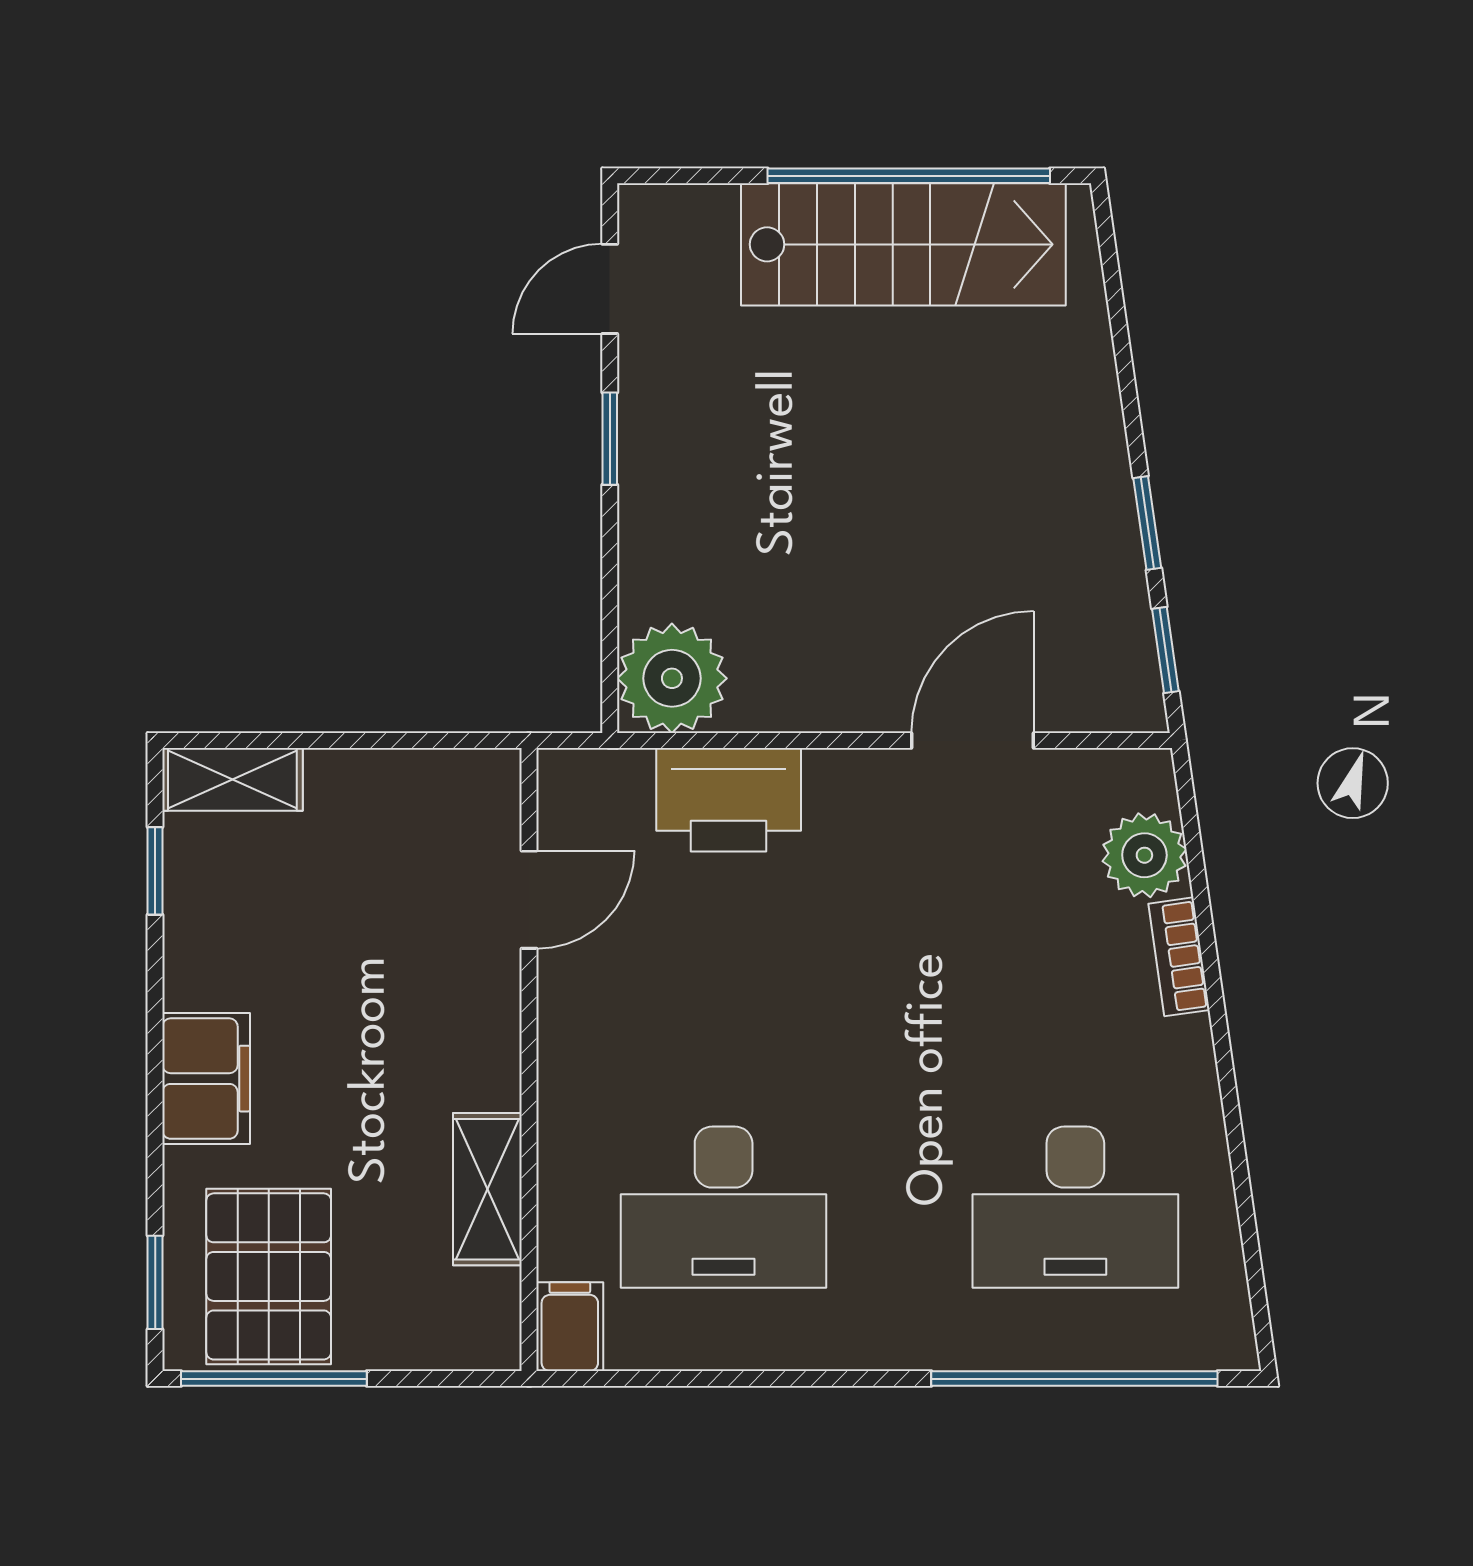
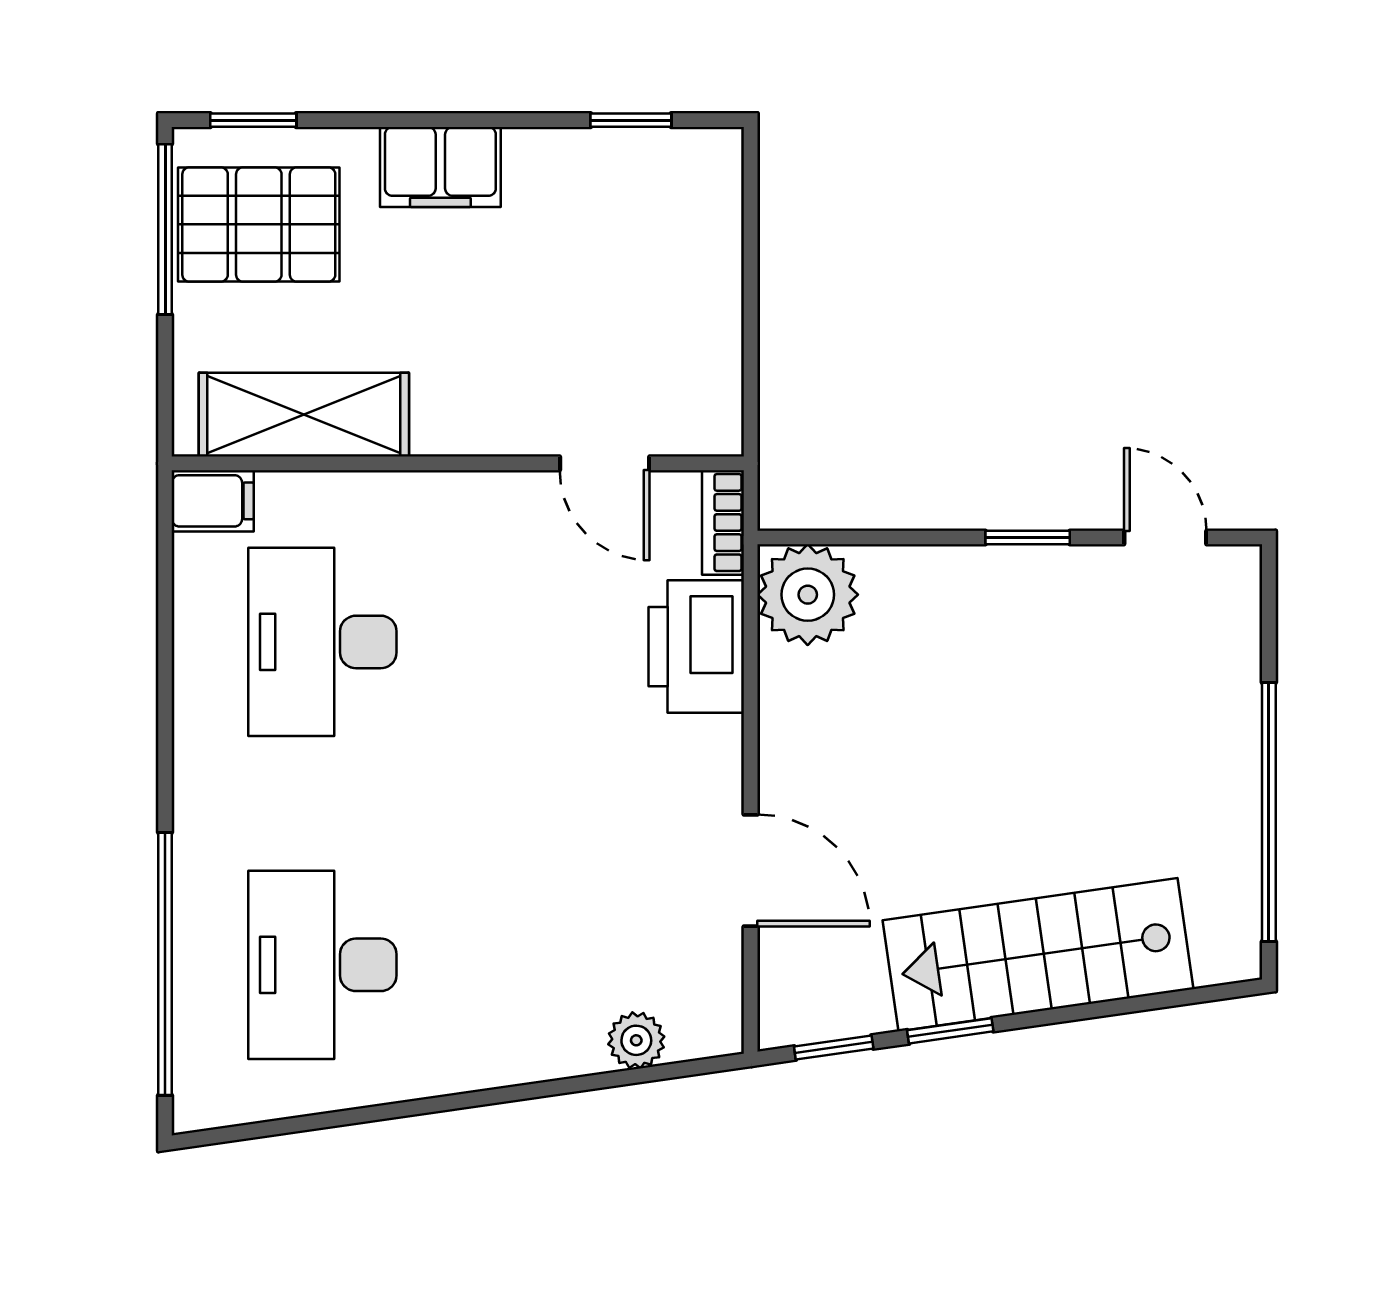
stairs: (903, 244) -> (1038, 955), moved, turned 82
shelving: (232, 779) -> (715, 191), removed
plant: (1144, 855) -> (636, 1040), width x0.73, depth x0.73
bookcase: (1179, 957) -> (723, 523), moved, turned -82
shelving: (487, 1189) -> (304, 415), width x1.50, depth x1.33

